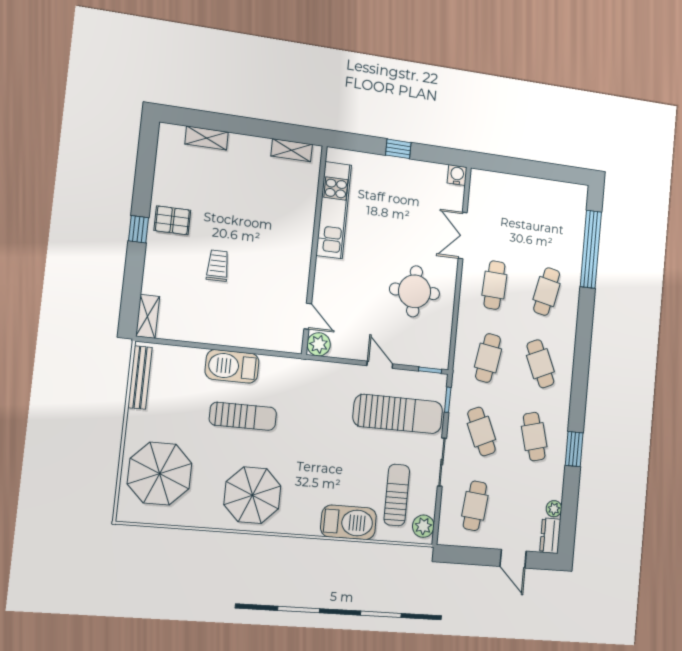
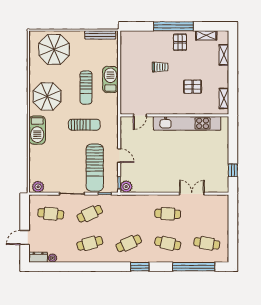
window: (398, 149) -> (233, 170), moved
water cooler: (457, 175) -> (224, 188), removed
pallet: (263, 207) -> (193, 87), added
kitchen unit: (334, 210) -> (187, 123), width x1.36
window: (138, 229) -> (173, 26), width x3.17
round table: (415, 291) -> (159, 170), removed
shelving: (148, 316) -> (206, 35), moved
plant: (319, 344) -> (126, 187), moved
cafe table: (488, 358) -> (207, 243), moved
door: (380, 365) -> (119, 156), hinge flipped
window: (574, 449) -> (140, 267), moved
sun lounger: (397, 495) -> (84, 125), moved
barbecue: (348, 522) -> (37, 130), moved

